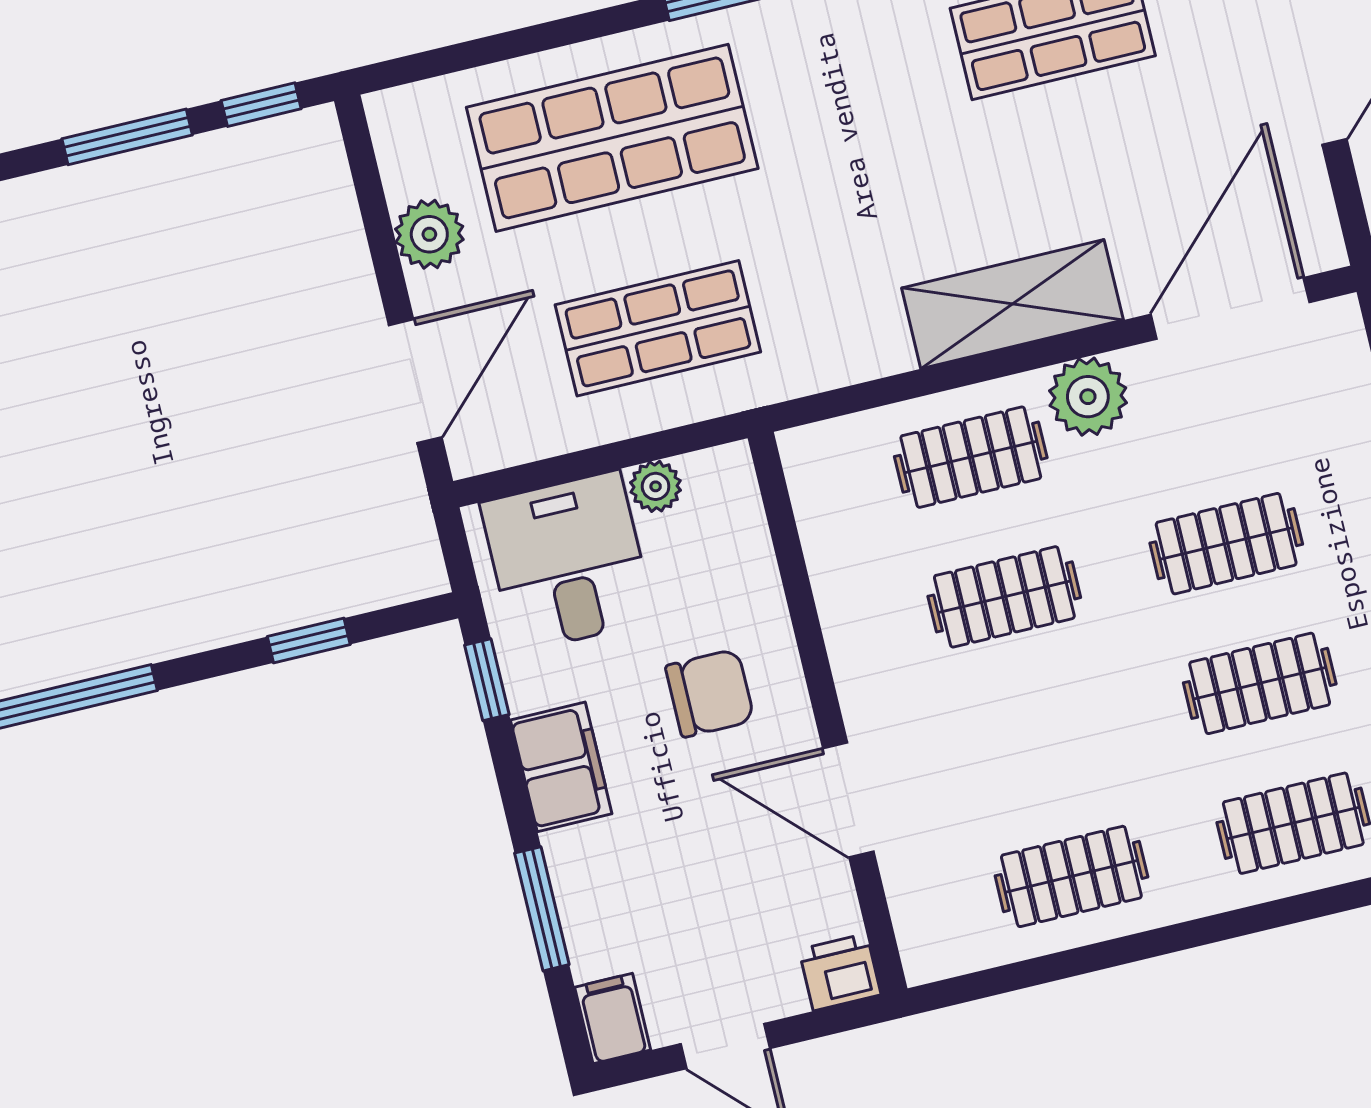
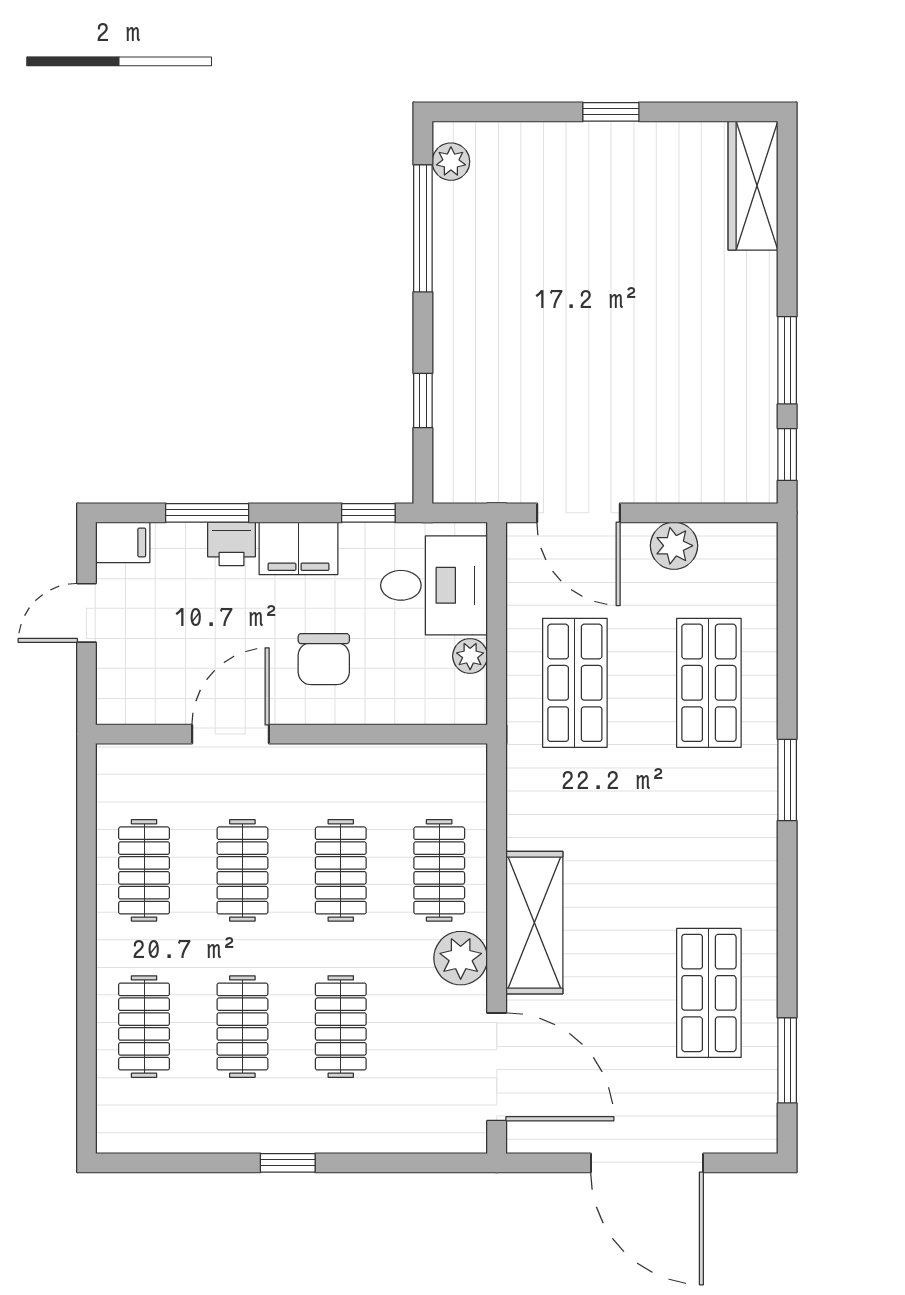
shop shelf: (612, 138) -> (709, 683), width x0.70, depth x0.74
clothes rail: (1038, 737) -> (242, 870), added
printer: (840, 972) -> (232, 544), moved, turned 90

